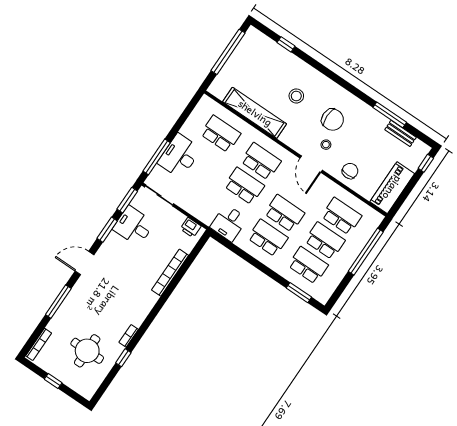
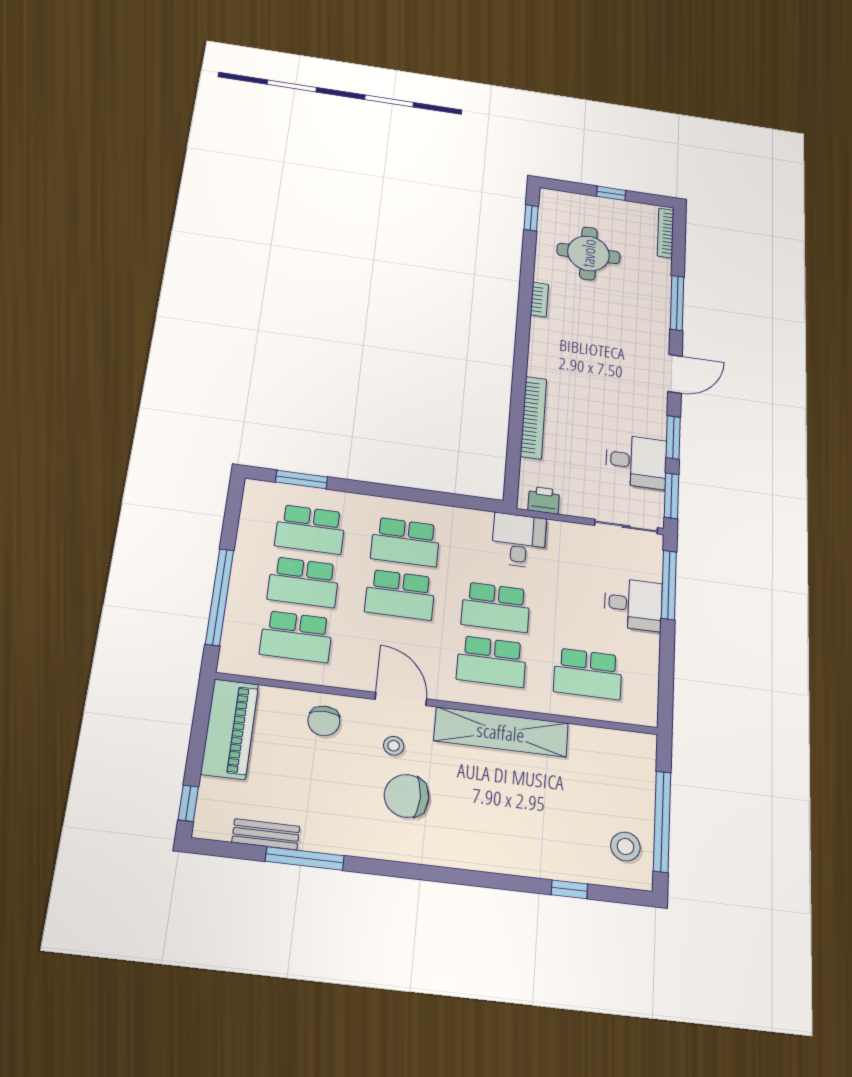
stool: (296, 96) -> (625, 847), moved
shelving: (255, 113) -> (501, 732), moved
desk: (179, 156) -> (633, 604), width x0.73
desk: (229, 223) -> (519, 540), moved
window: (123, 358) -> (531, 218), moved

